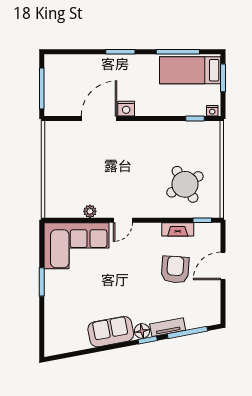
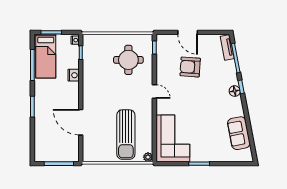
nightstand: (126, 109) -> (74, 75), moved
sun lounger: (82, 181) -> (126, 135), added
round table: (185, 184) -> (128, 60), turned 31
plant: (90, 211) -> (148, 157), moved
door: (123, 220) -> (154, 91), moved
fireplace: (178, 229) -> (161, 65), removed
tv unit: (168, 327) -> (227, 47), moved
sofa: (111, 332) -> (239, 133), moved

